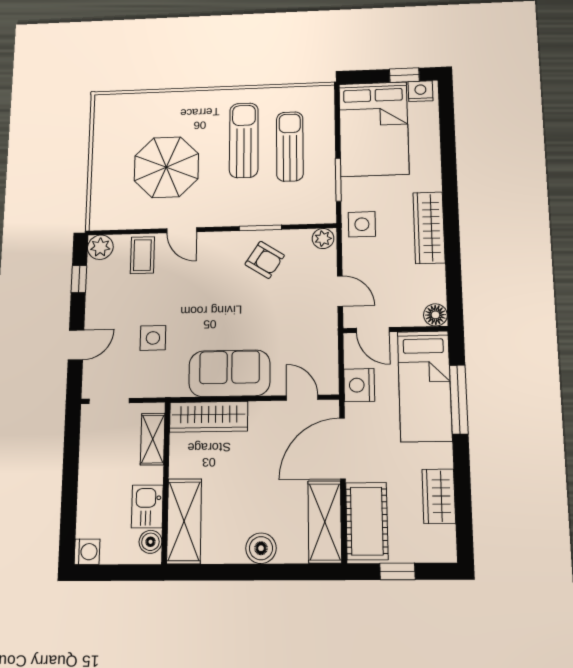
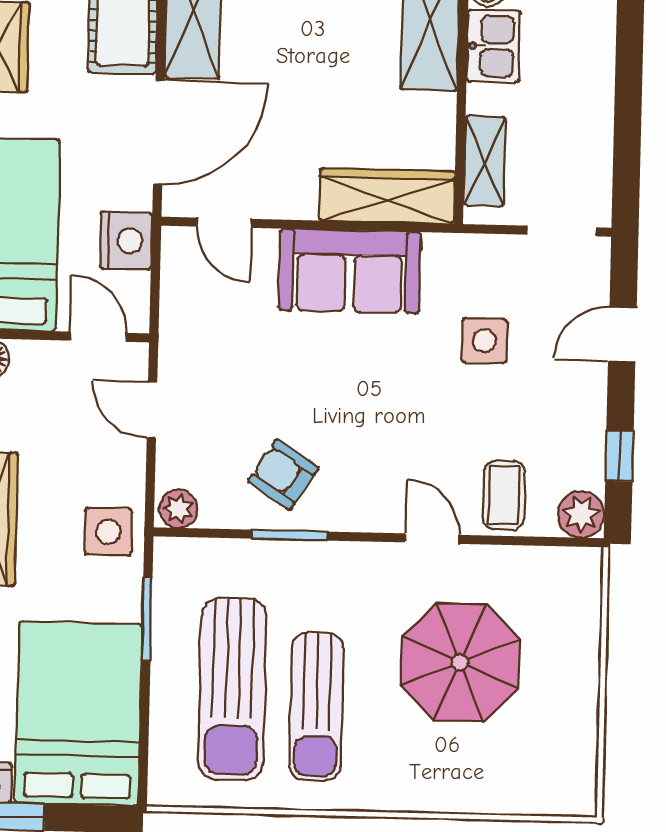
sun lounger: (290, 146) -> (232, 689), width x1.36, depth x1.34

